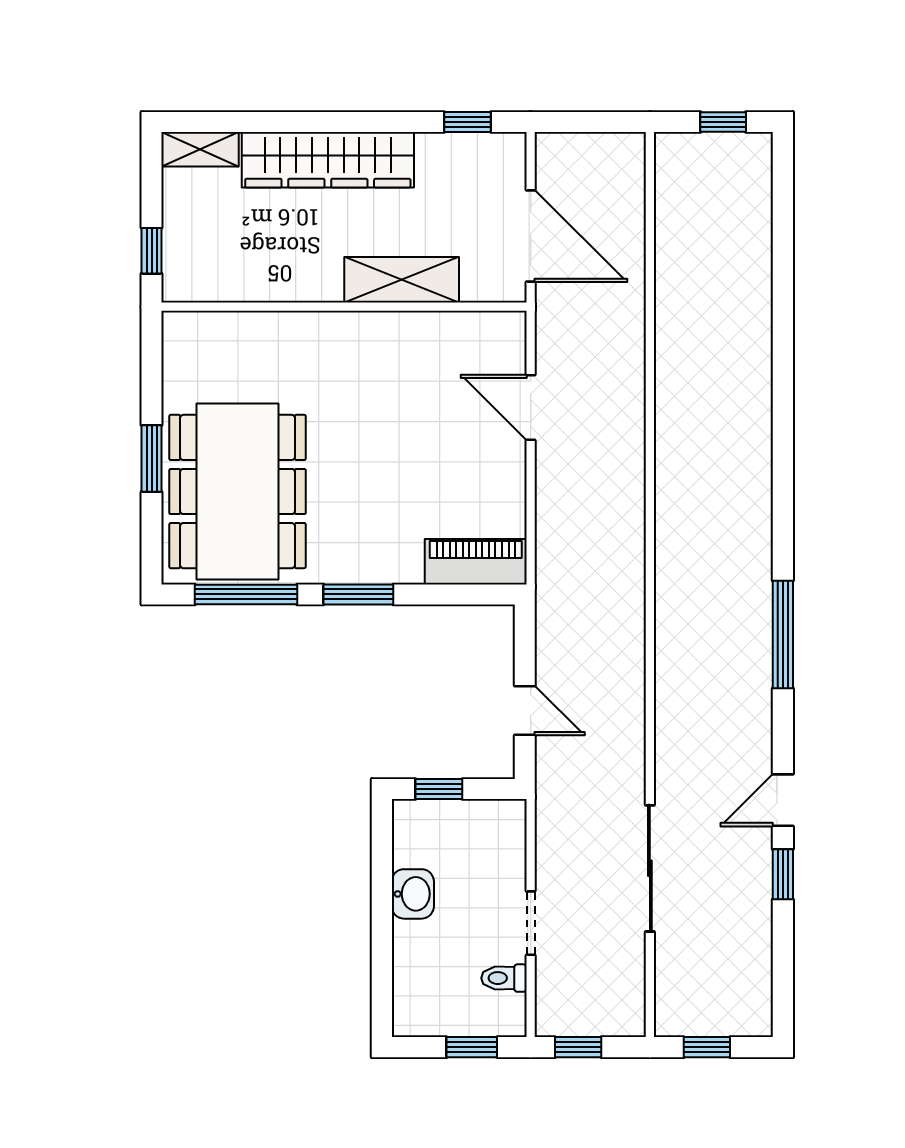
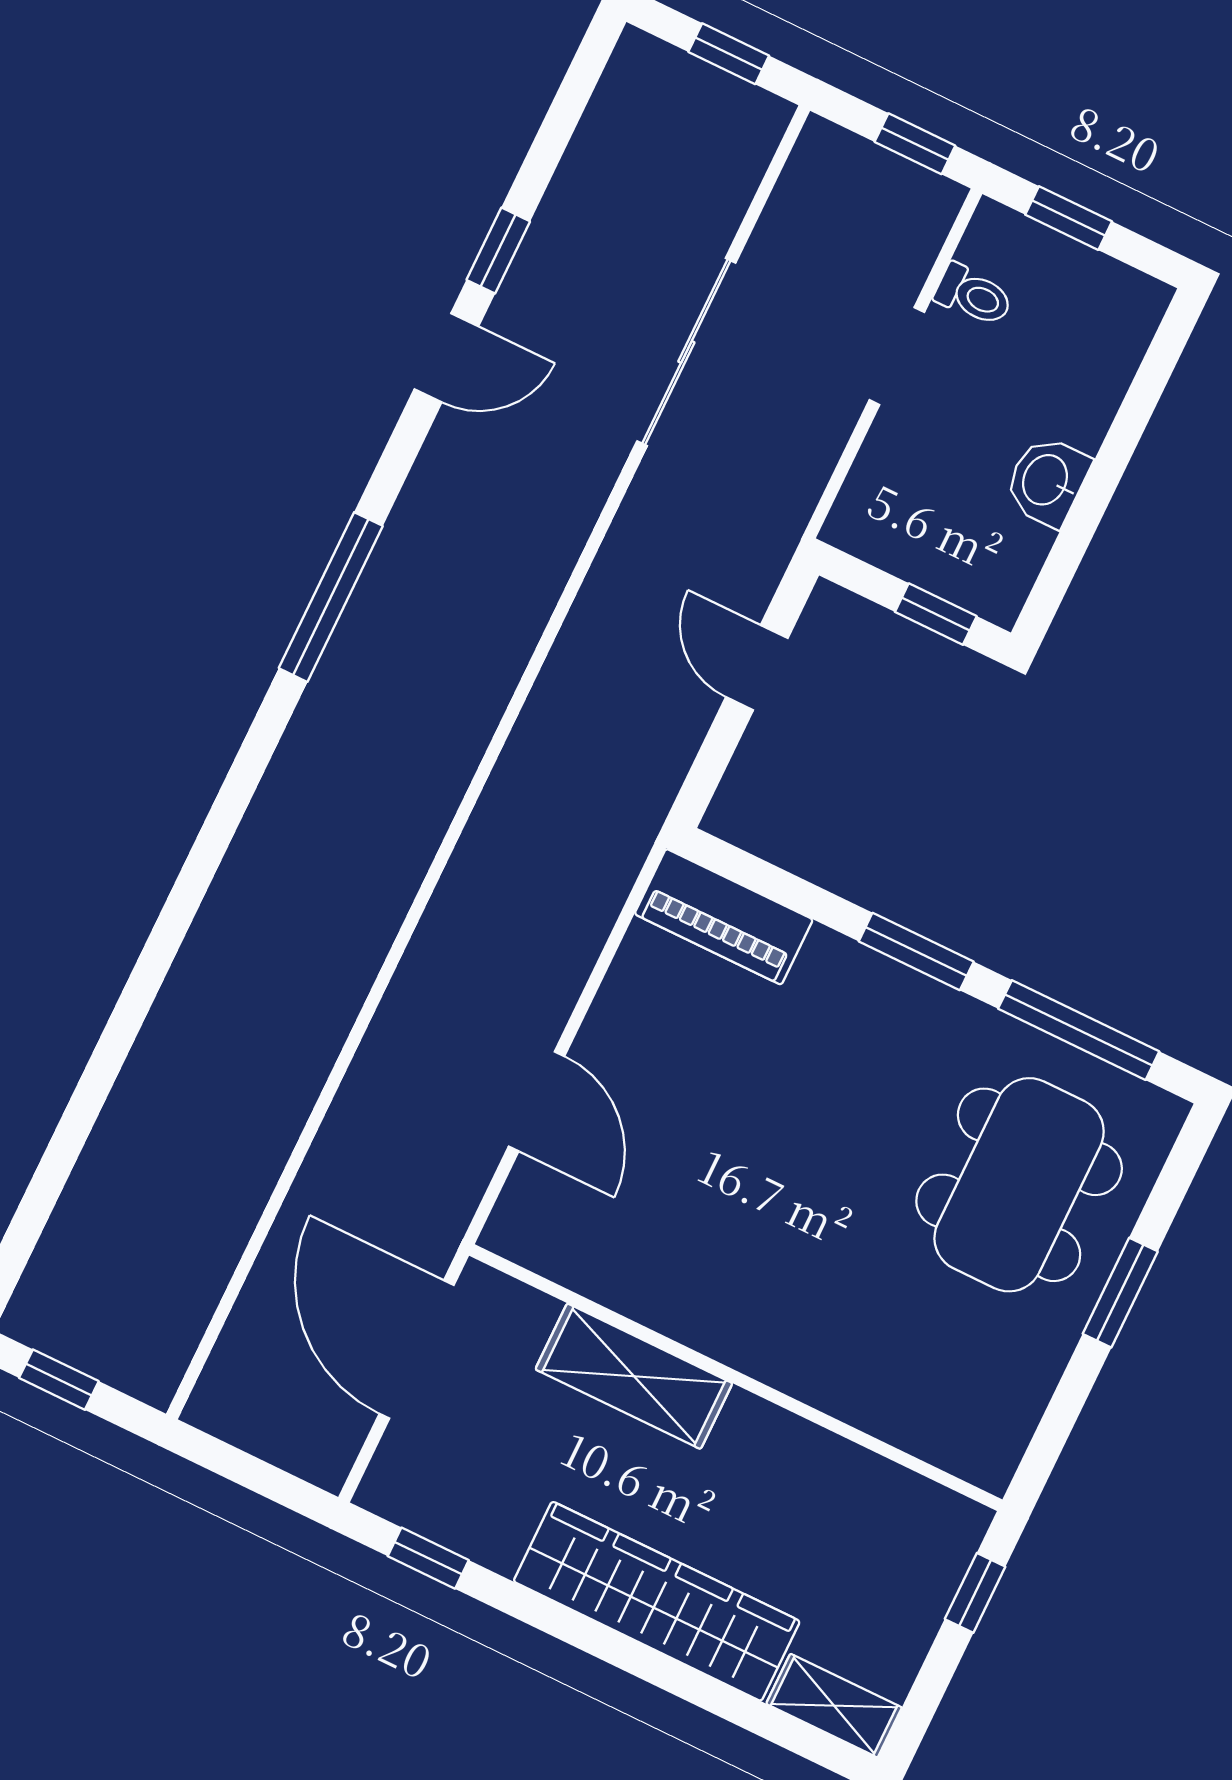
dining table: (238, 492) -> (1019, 1185), width x0.73, depth x0.80

